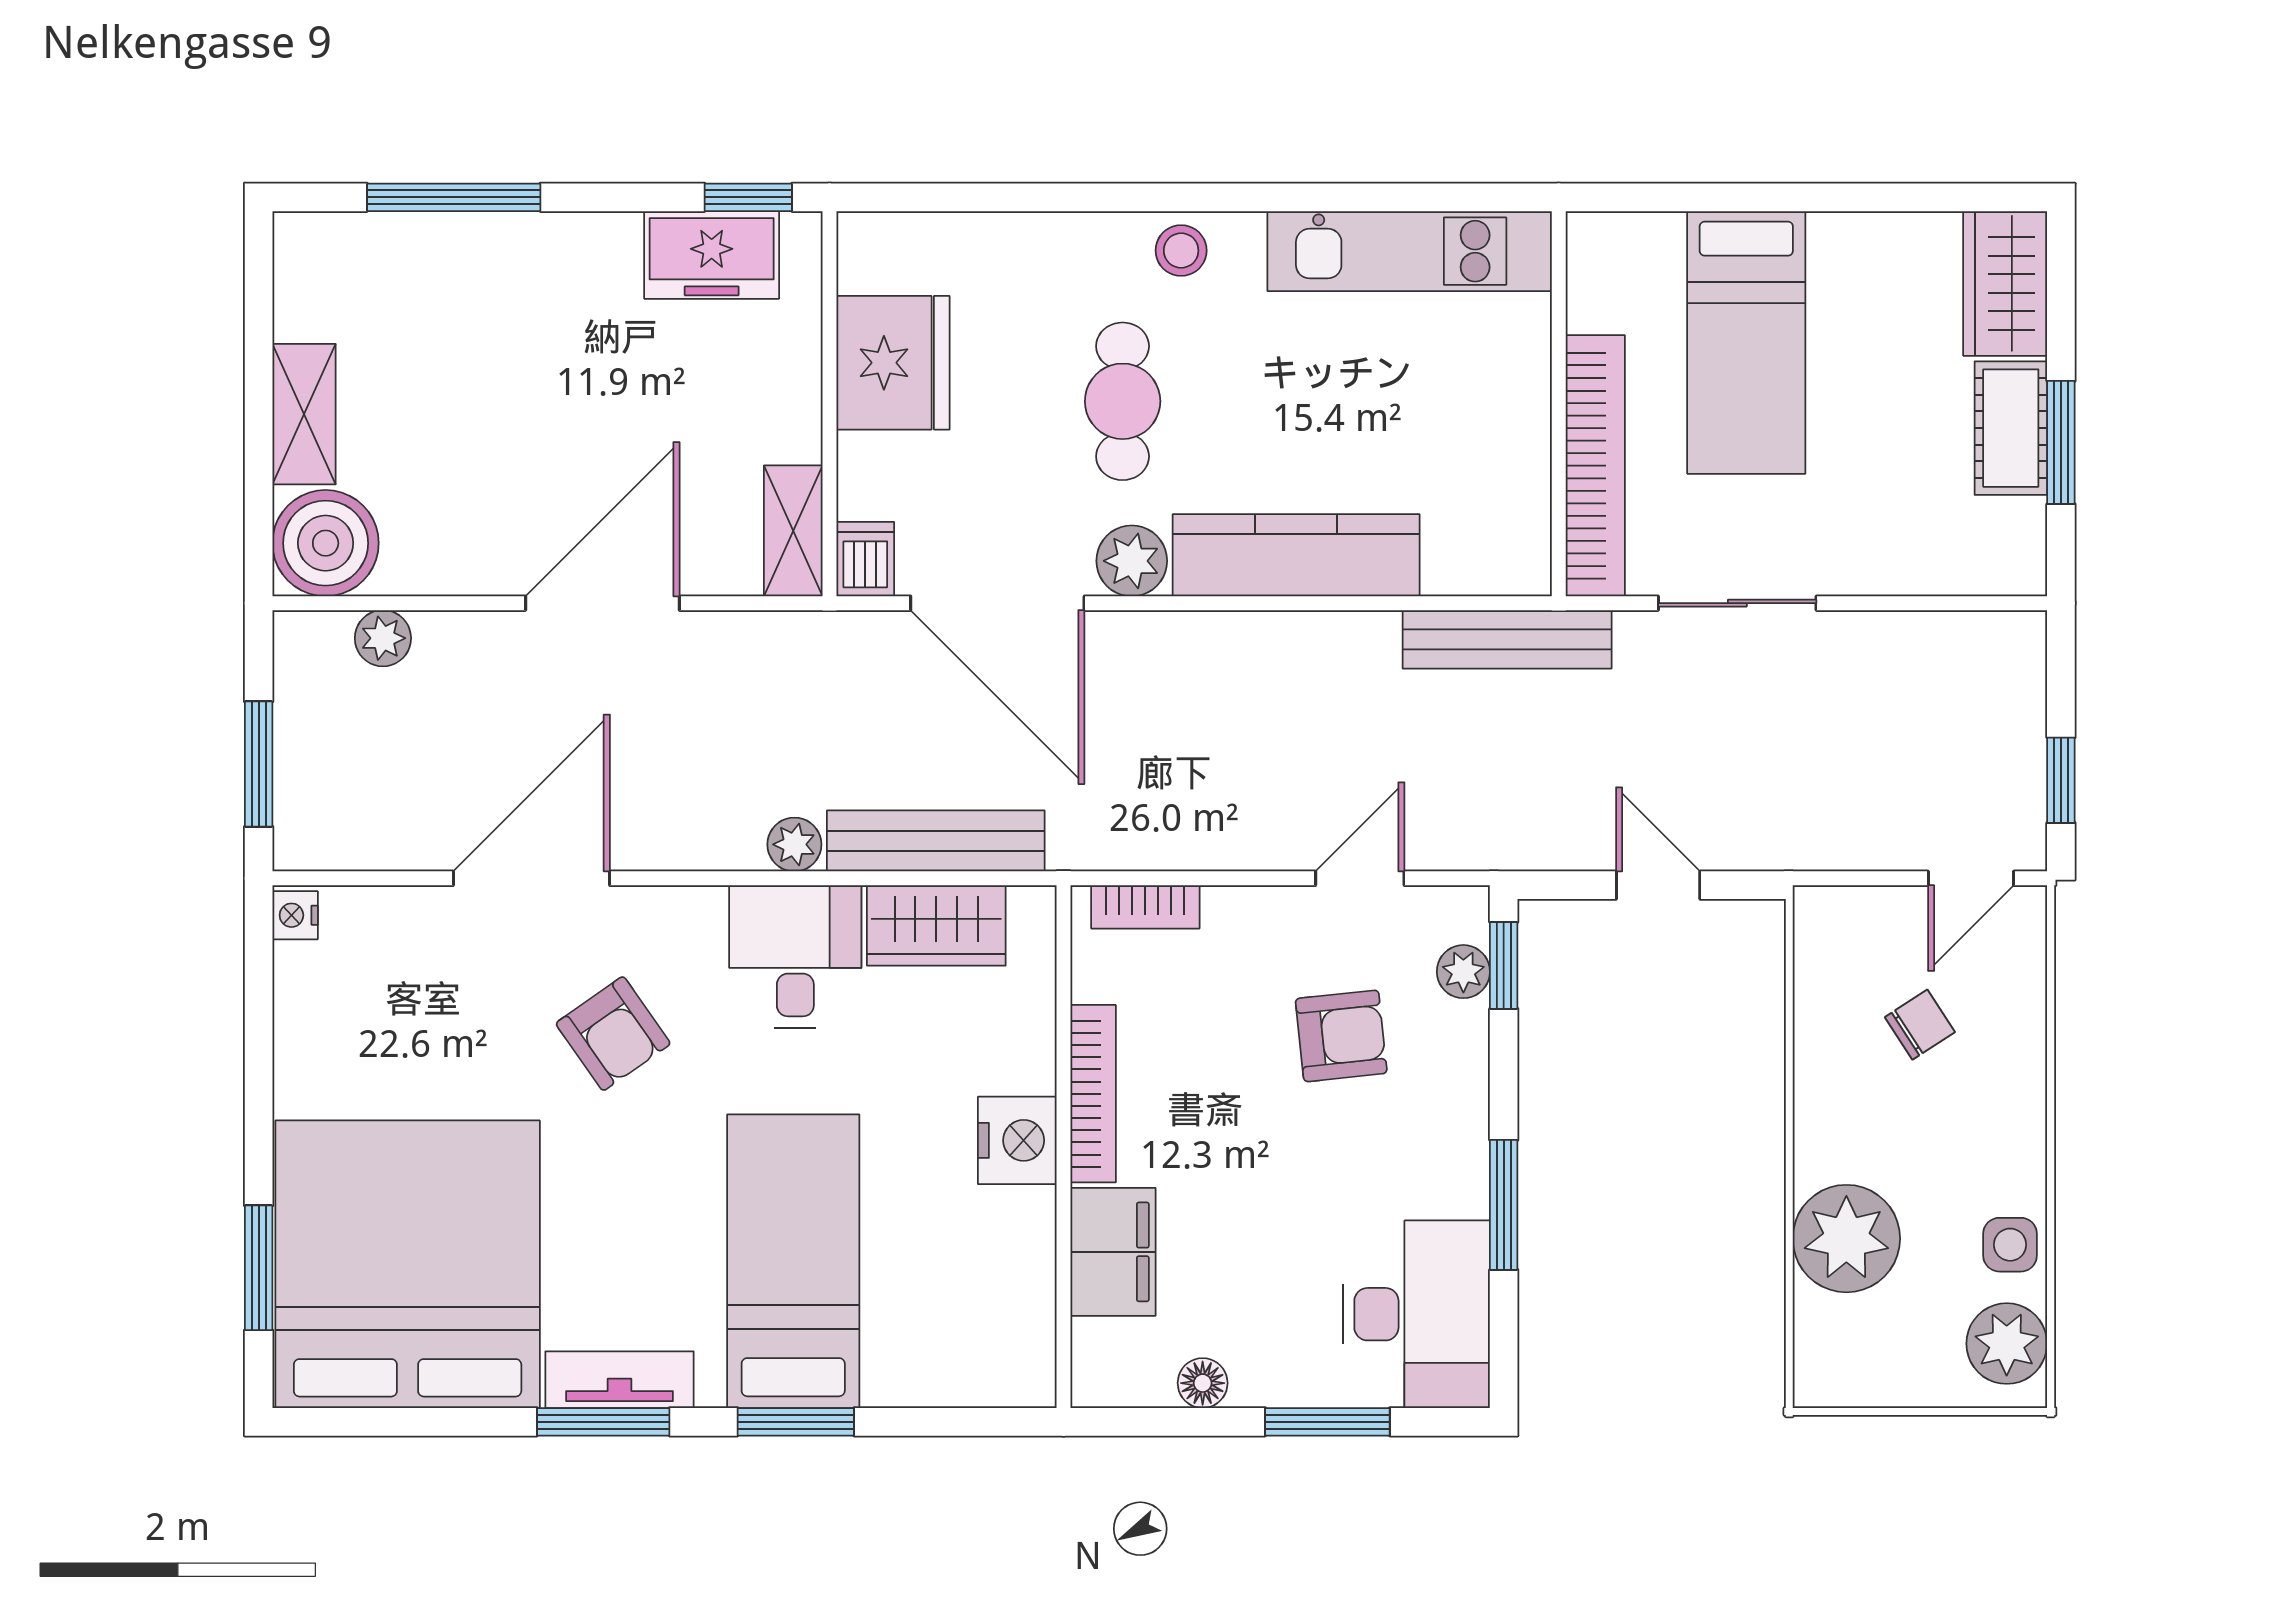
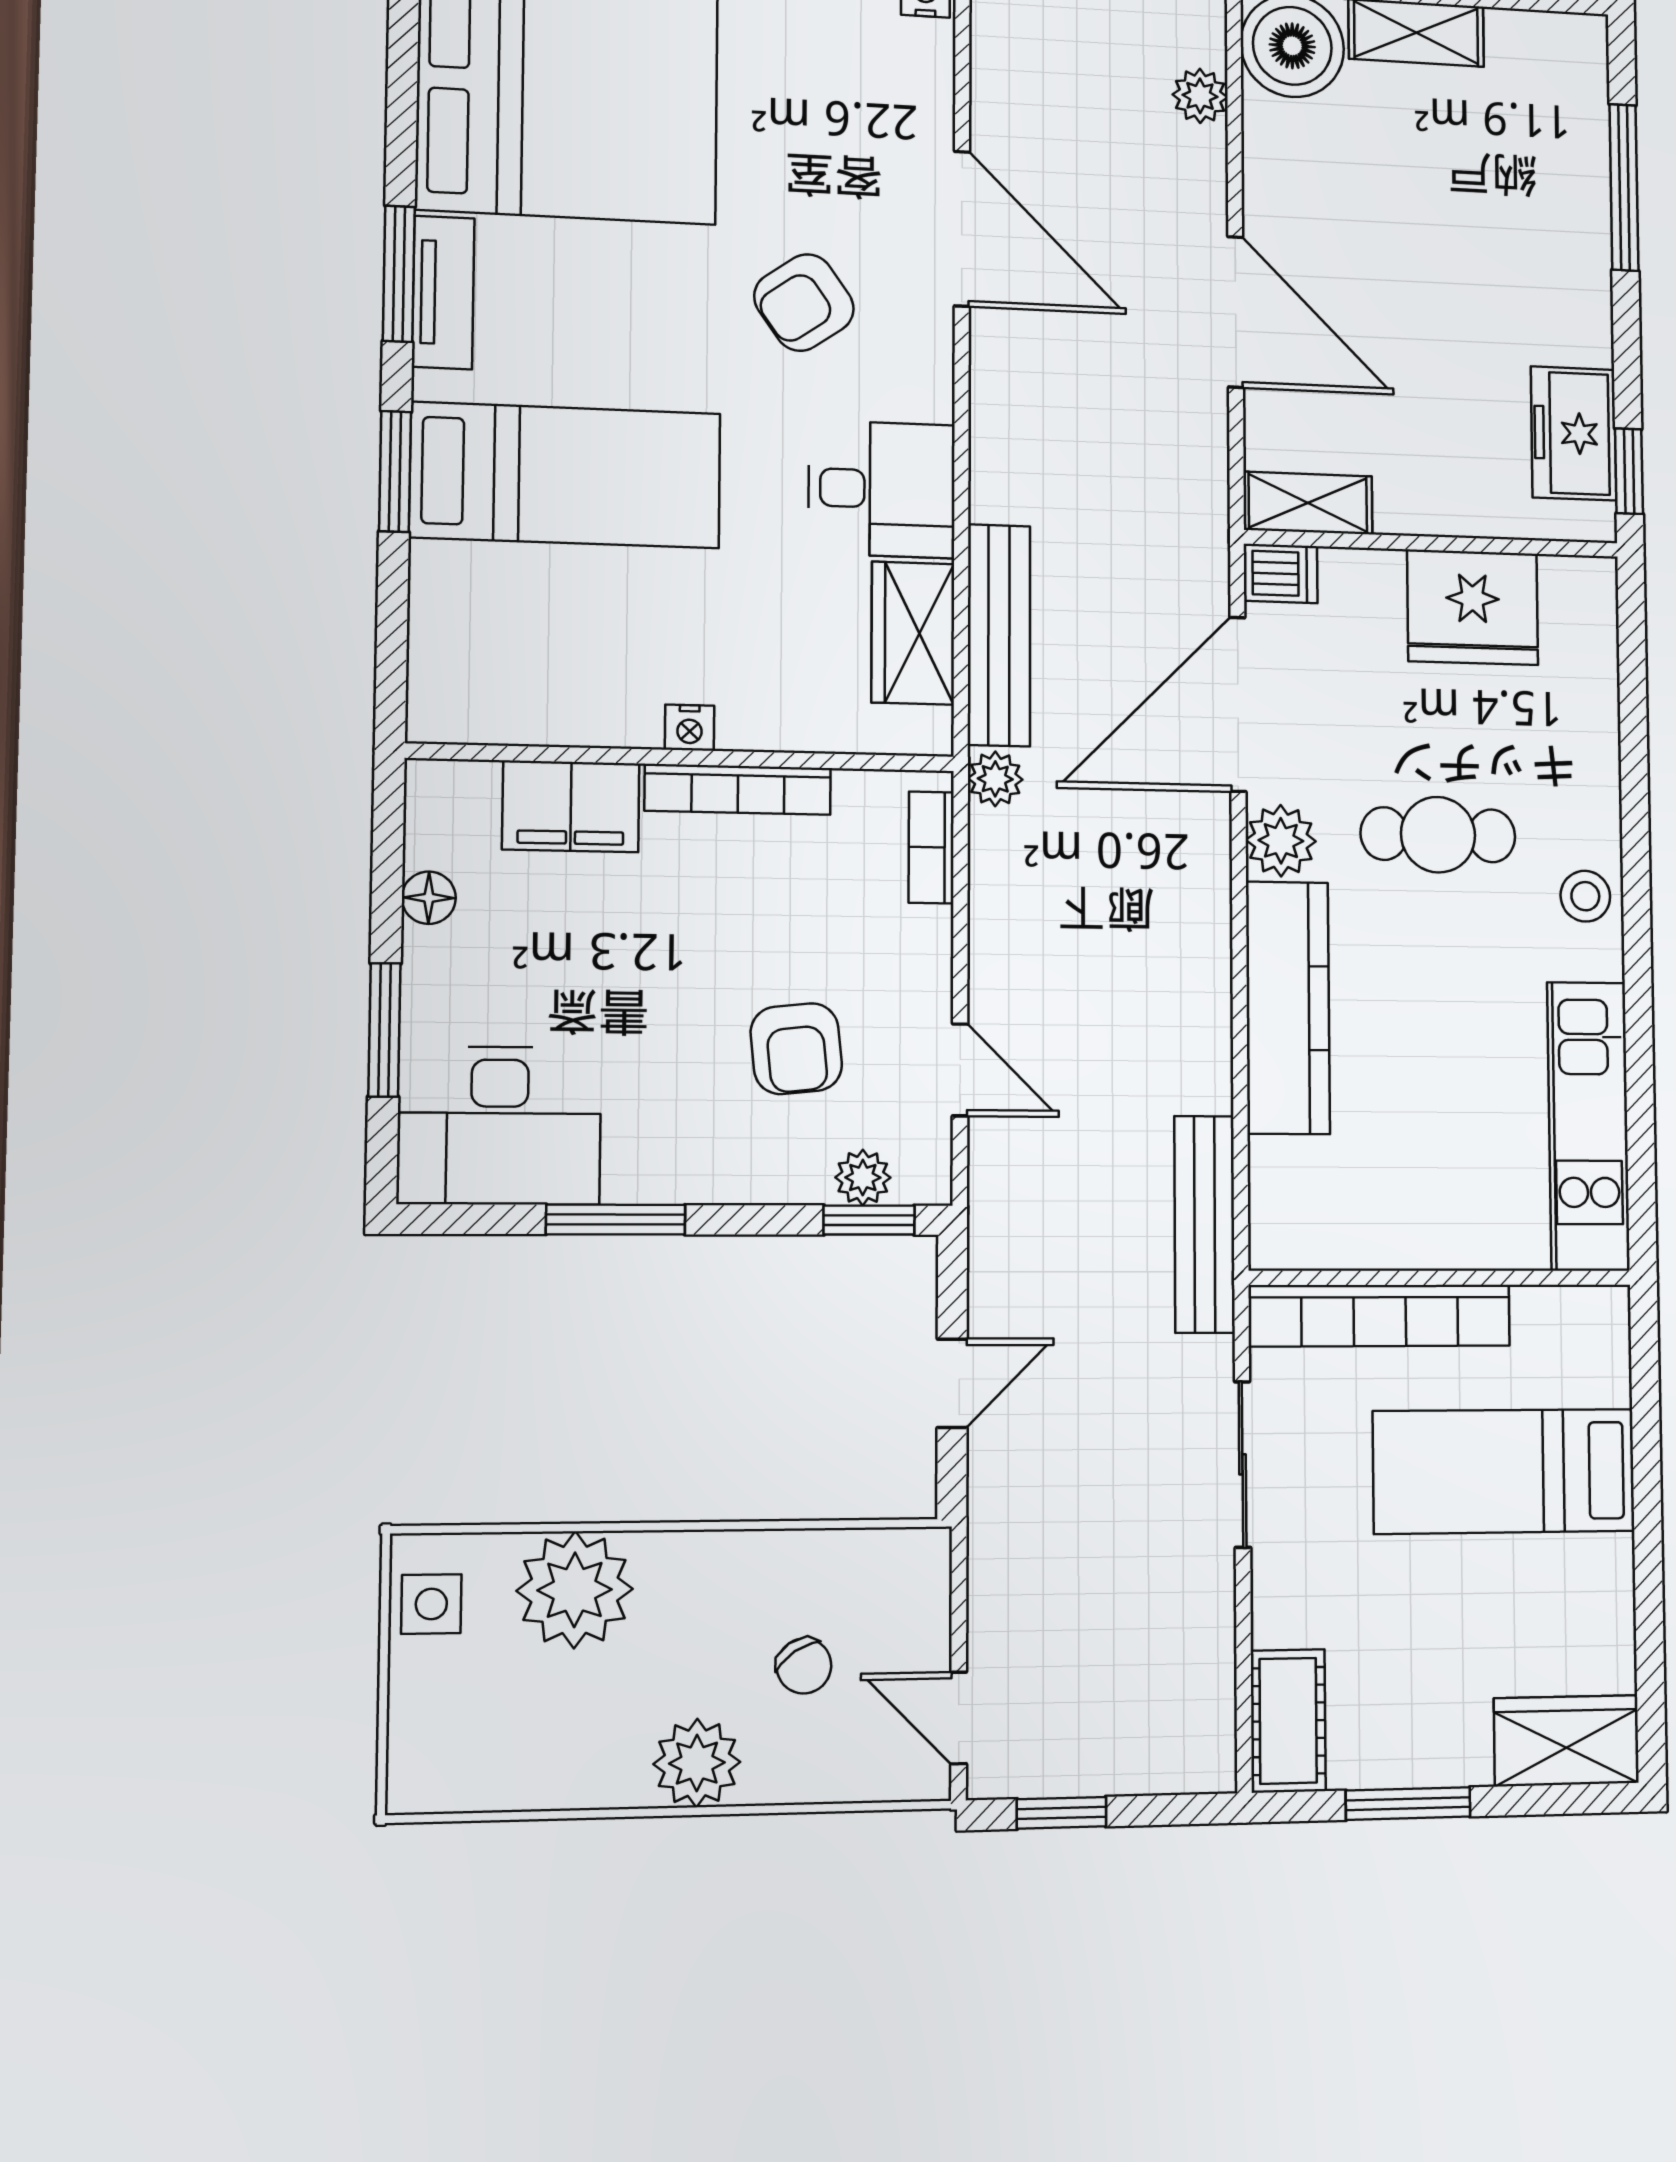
cot: (2011, 428) -> (1288, 1721), moved, turned 90
plant: (794, 844) -> (995, 779), moved
nightstand: (1017, 1140) -> (690, 728), width x0.53, depth x0.56
side table: (2010, 1245) -> (431, 1604), moved
plant: (2007, 1344) -> (697, 1763), moved

